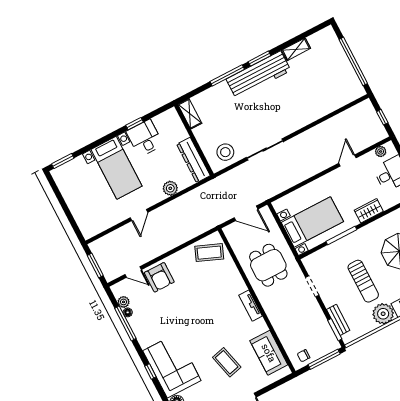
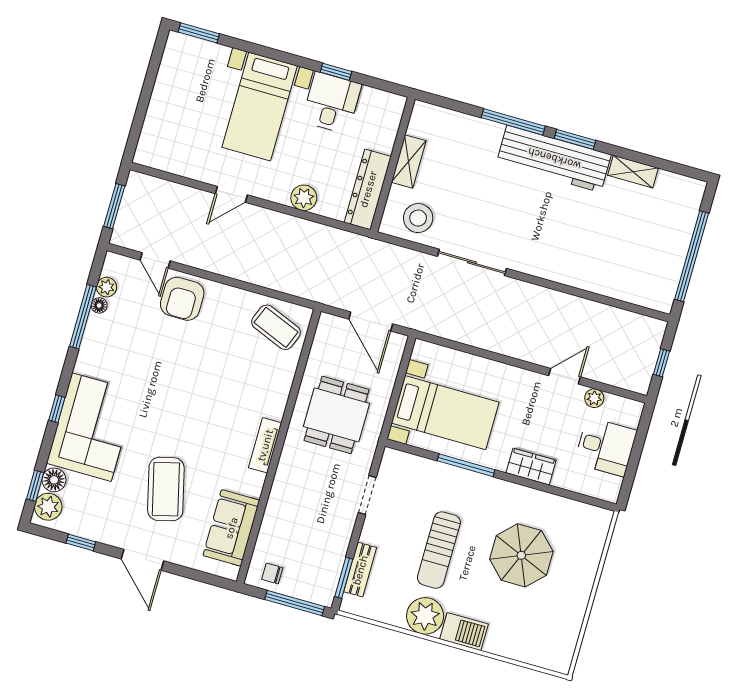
shelving: (190, 114) -> (409, 162), moved
plant: (381, 151) -> (594, 398), moved
coffee table: (227, 362) -> (166, 489), width x1.36, depth x1.32

